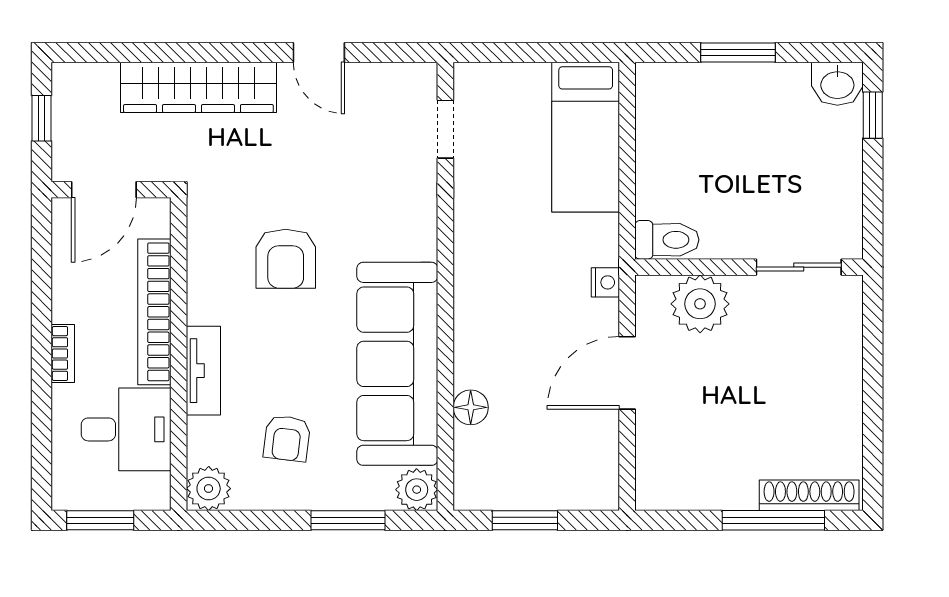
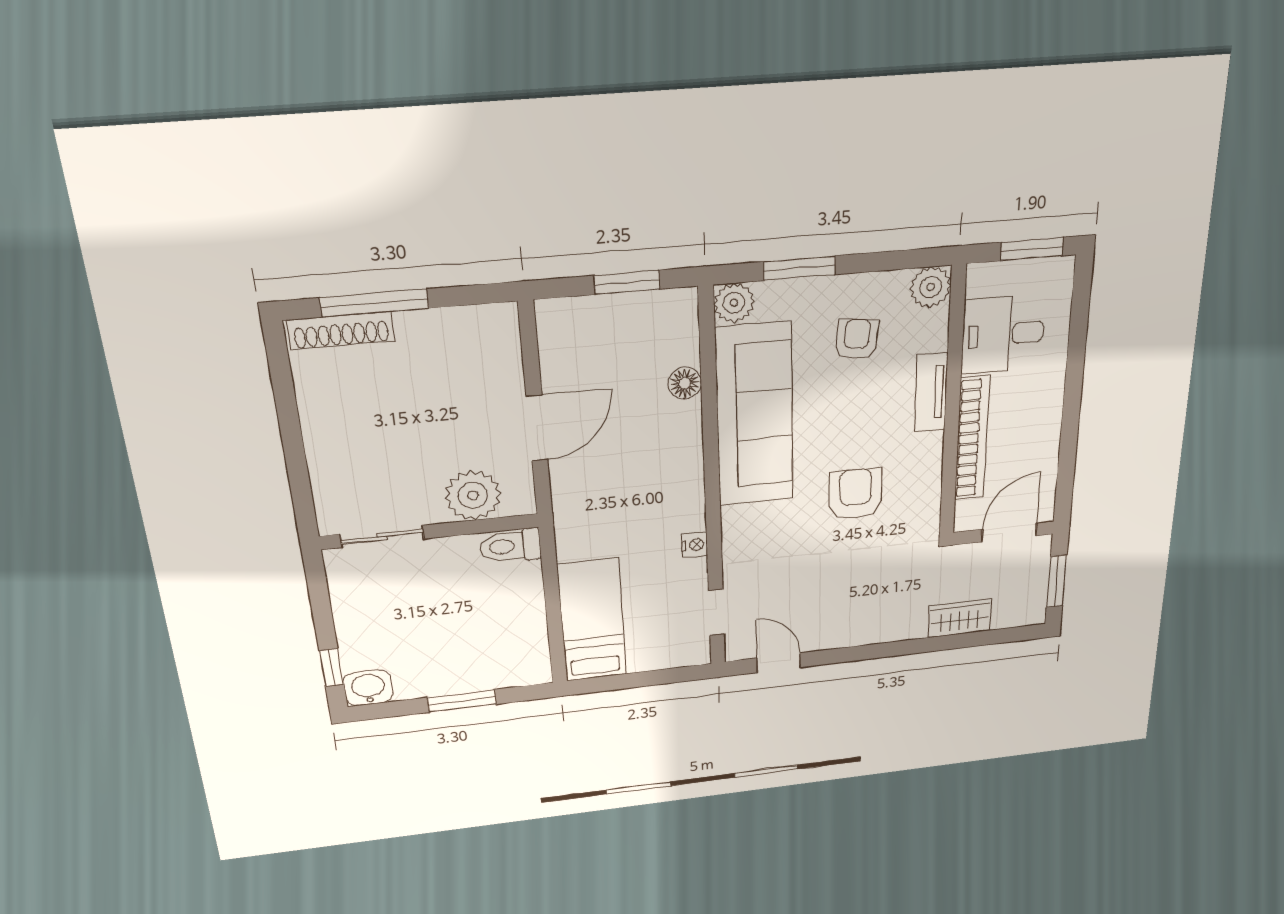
door: (319, 52) -> (779, 663), moved
wardrobe: (198, 87) -> (960, 618), width x0.48, depth x0.85
window: (41, 118) -> (1057, 581), width x1.50
nightstand: (605, 282) -> (695, 545), moved, turned 180
bookcase: (63, 353) -> (1054, 395), removed

